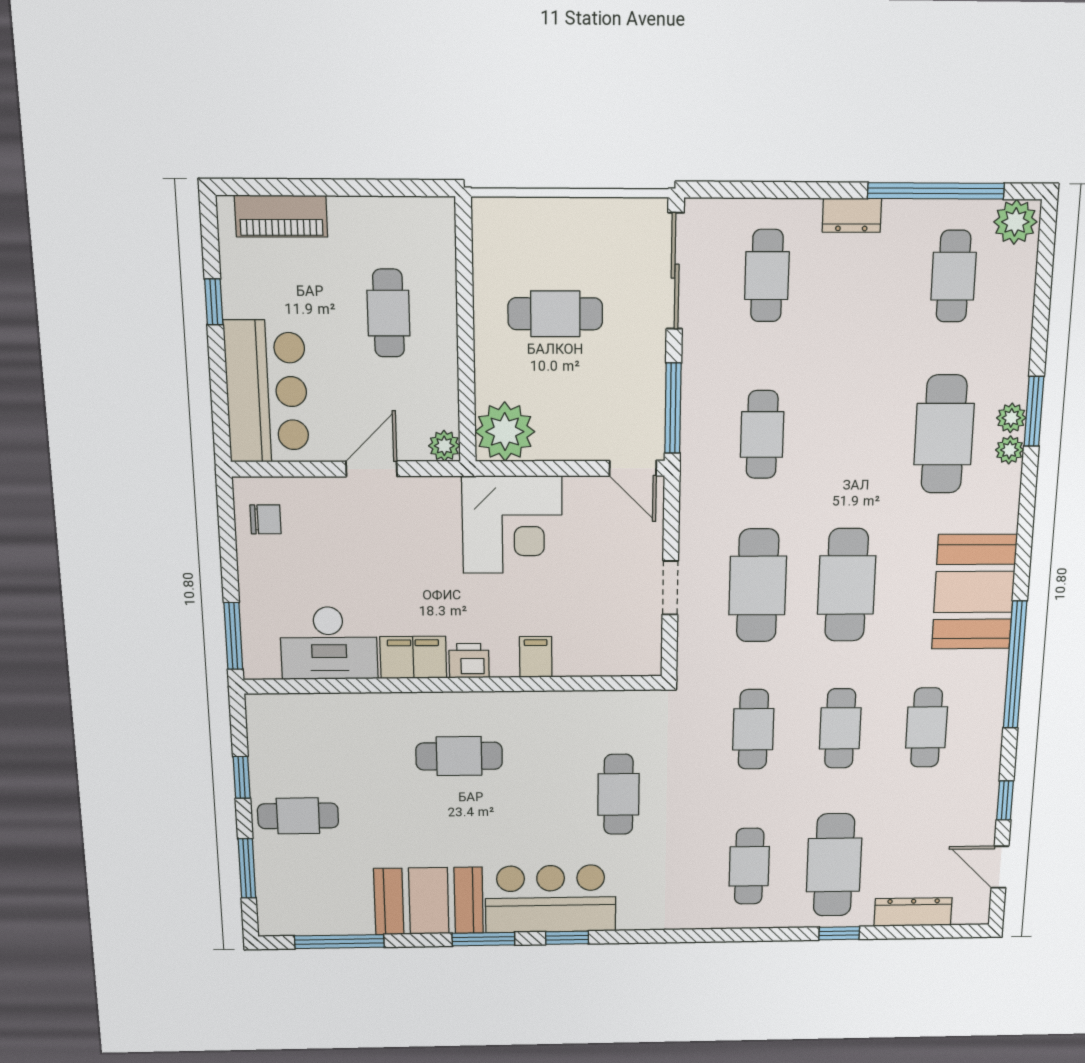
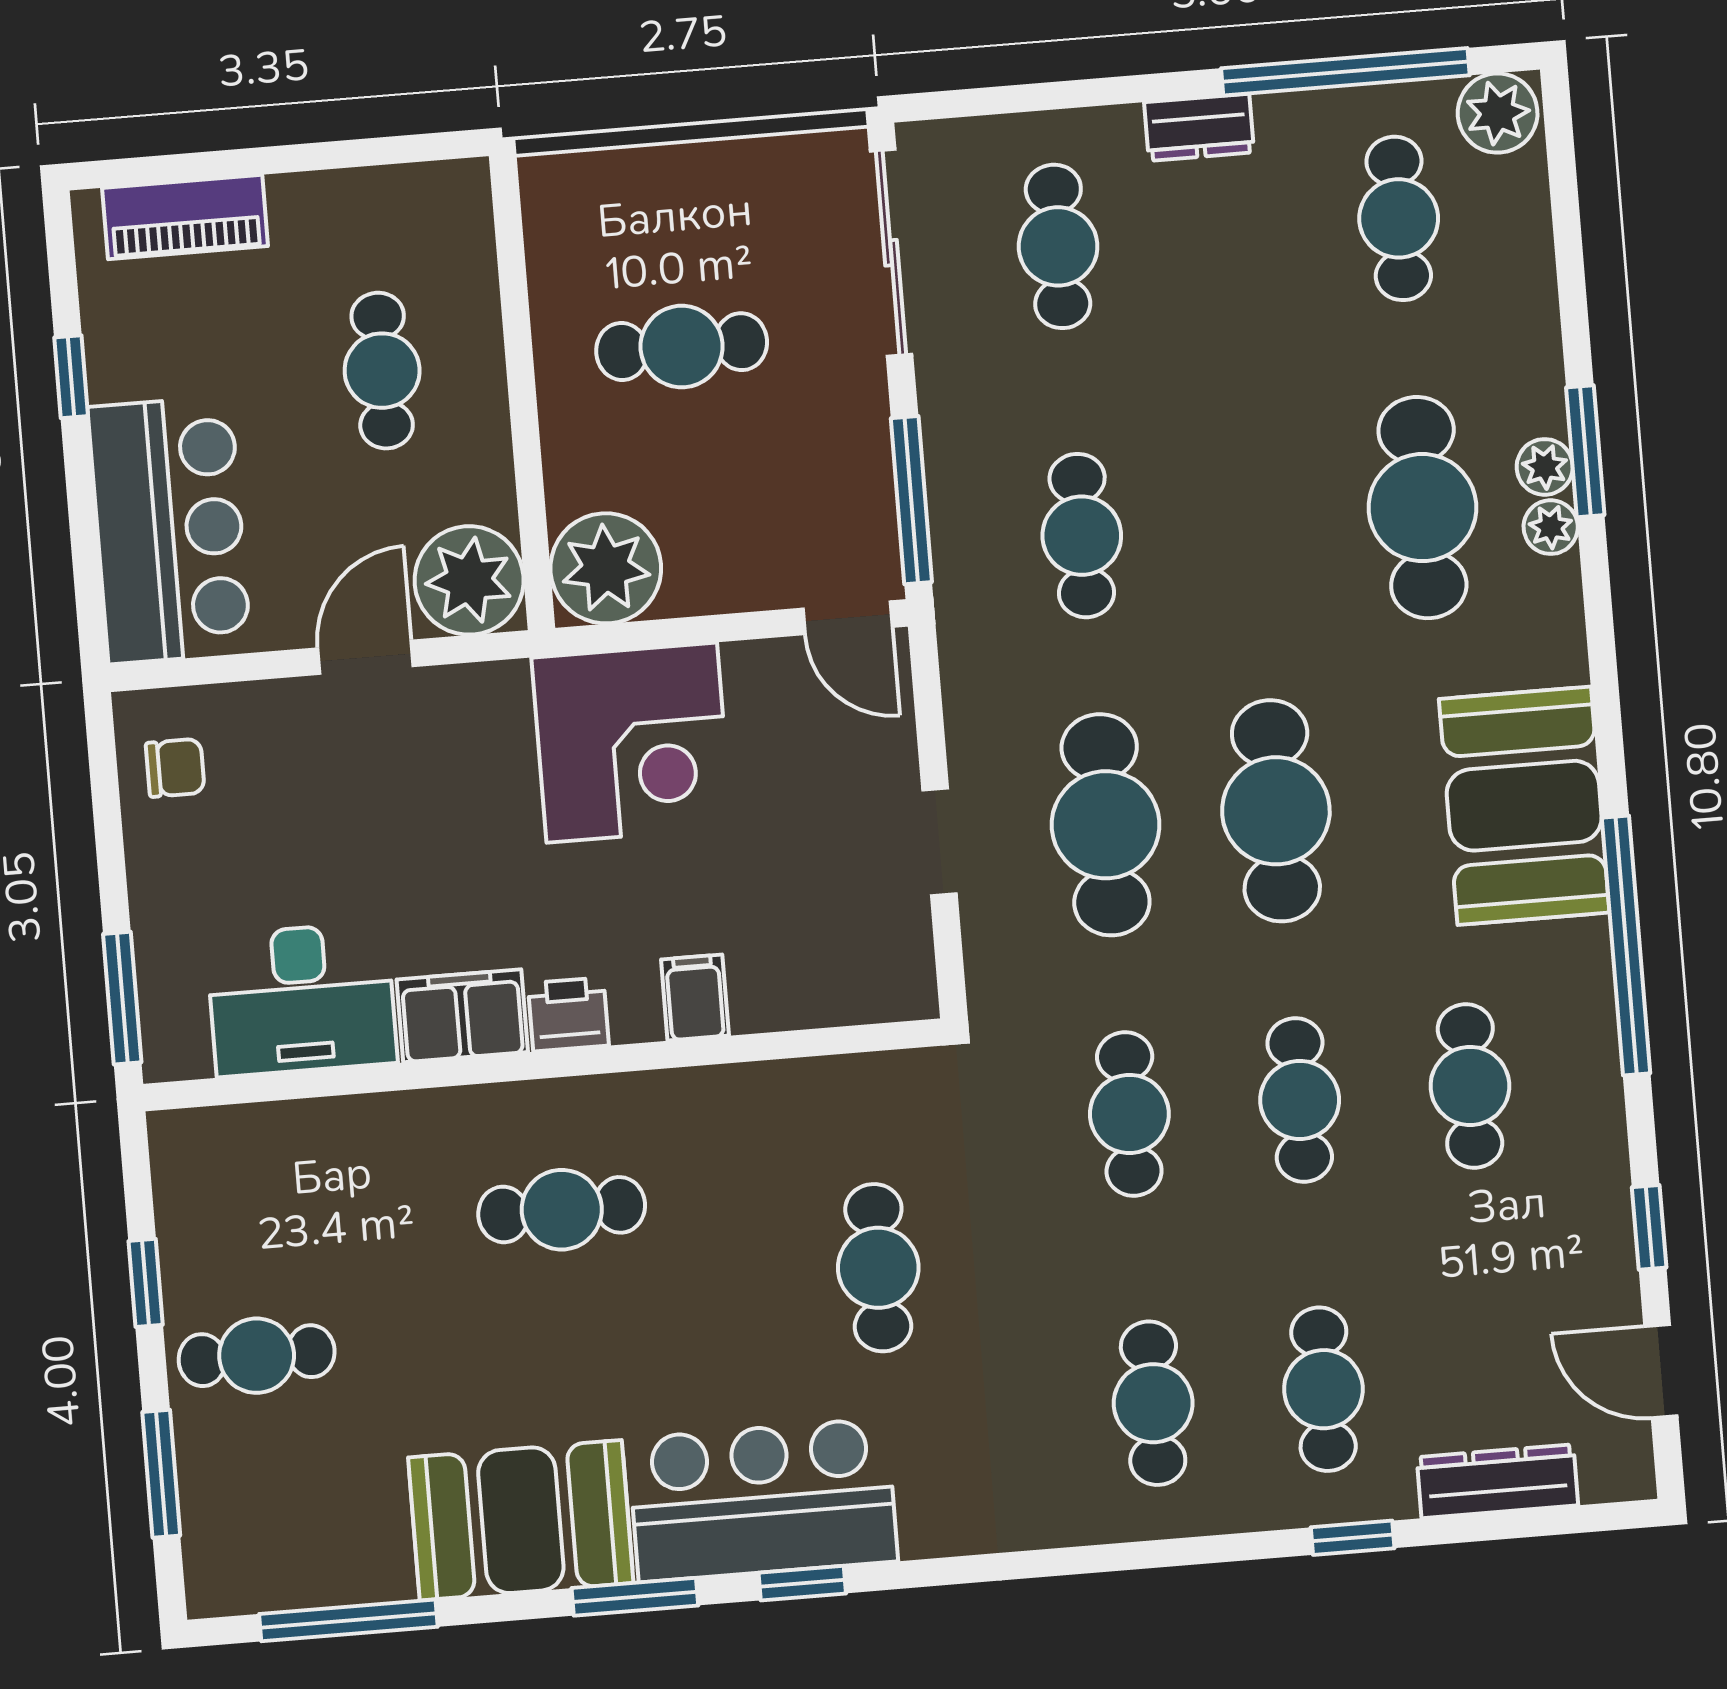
plant: (444, 446) -> (469, 580), width x1.88, depth x1.88
cafe table: (834, 865) -> (1323, 1389), width x0.73, depth x0.74

